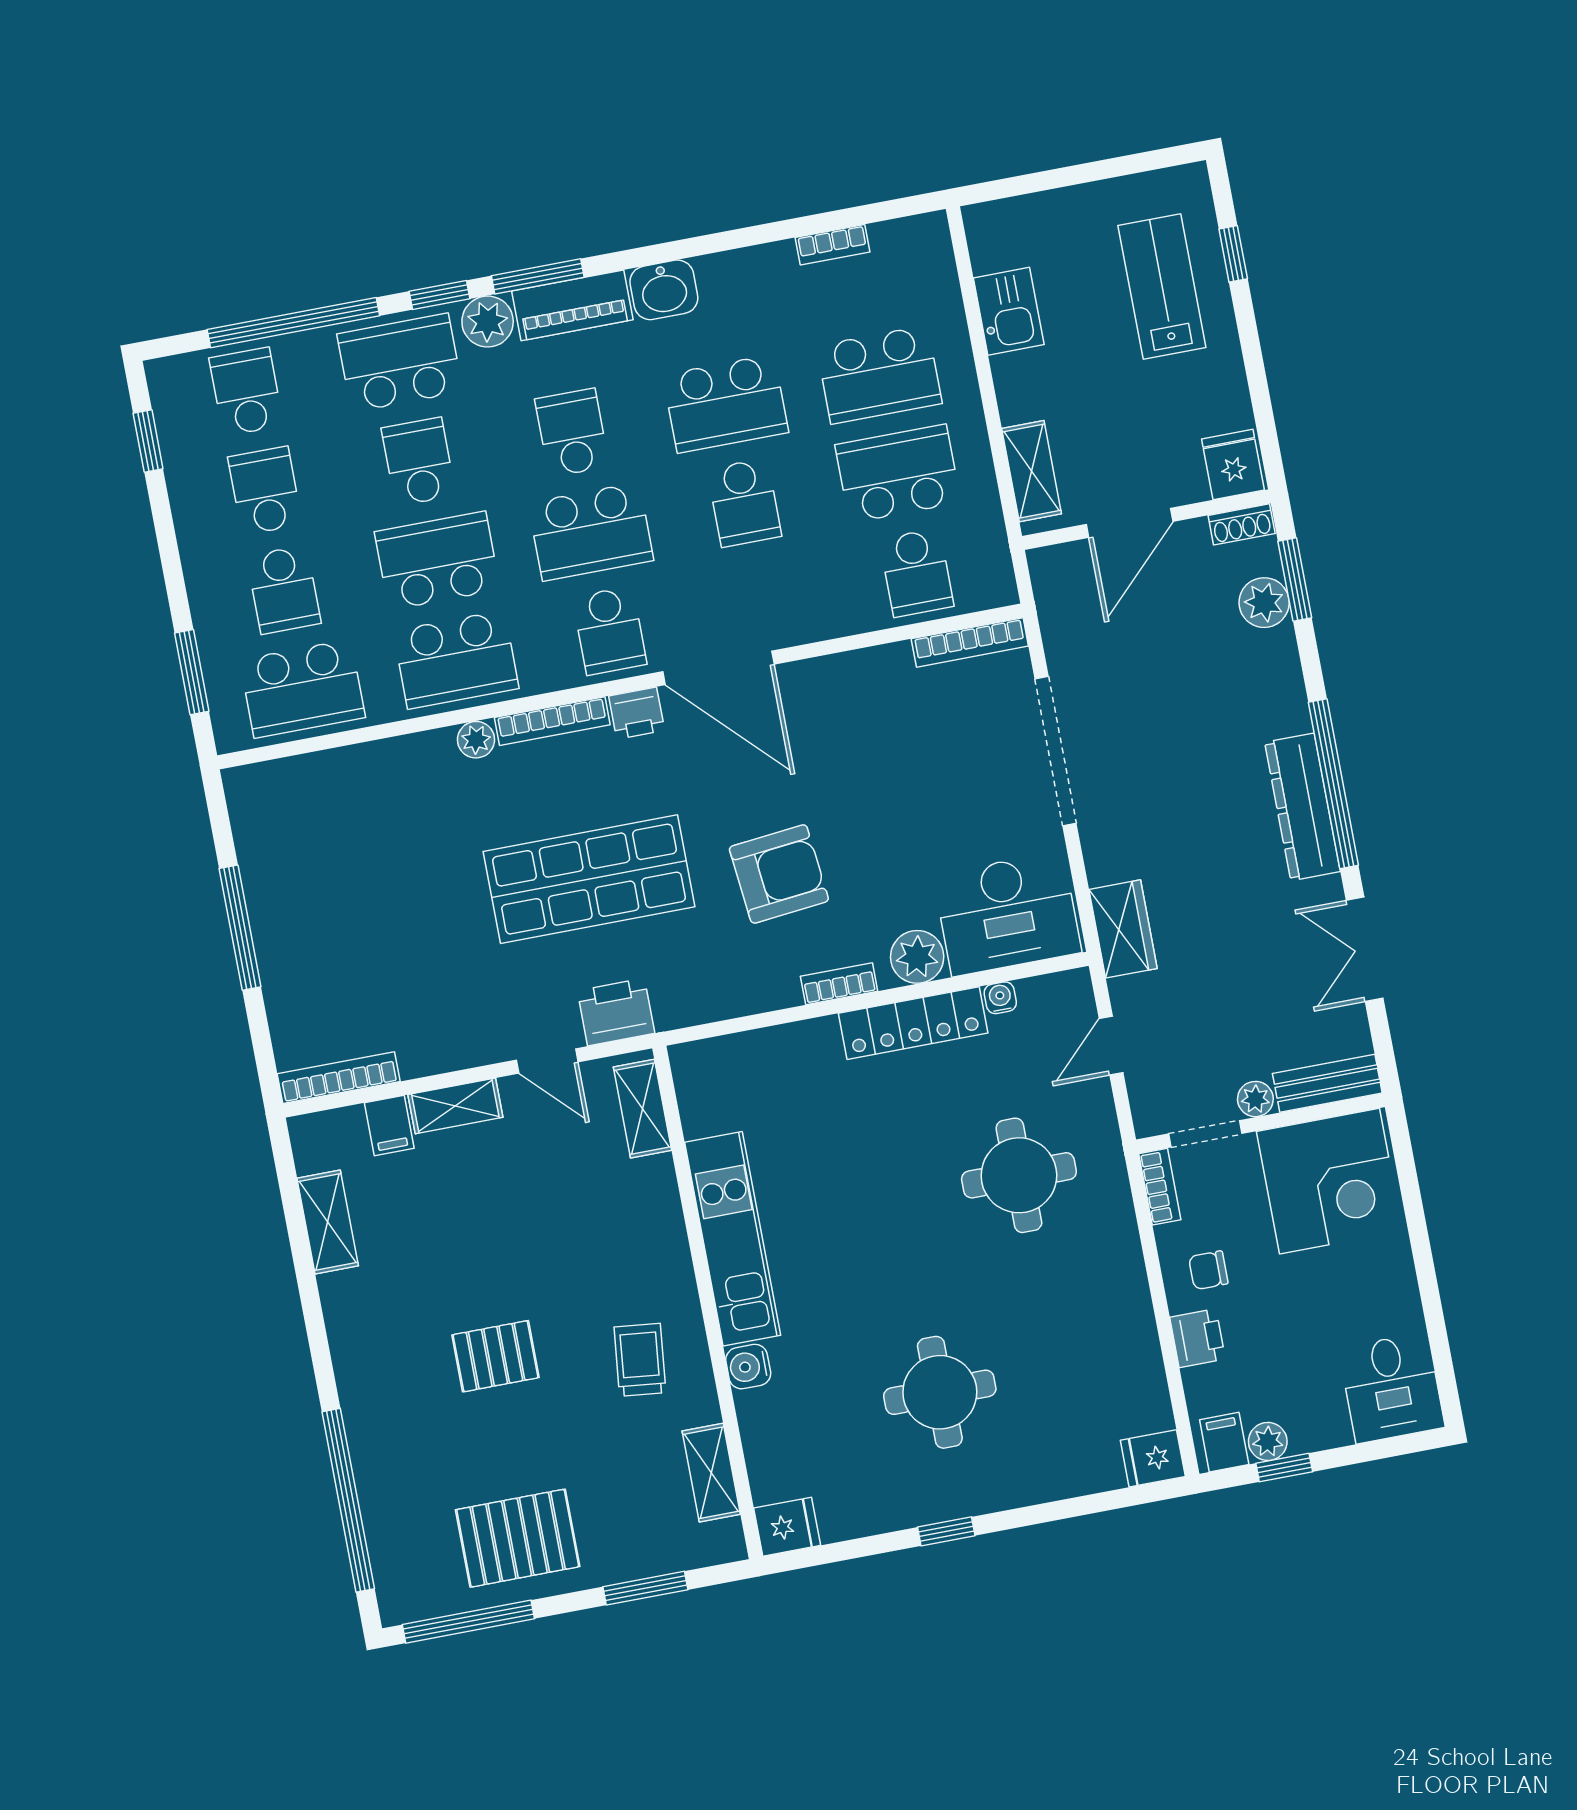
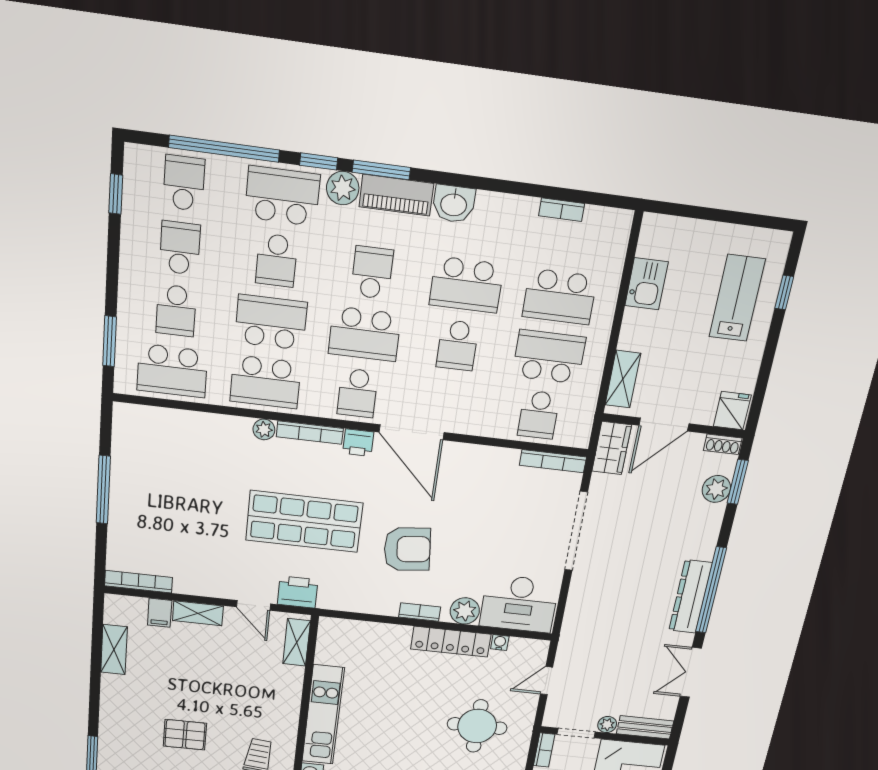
school desk: (419, 462) -> (277, 260), turned 180
wardrobe: (1123, 929) -> (612, 448), moved

